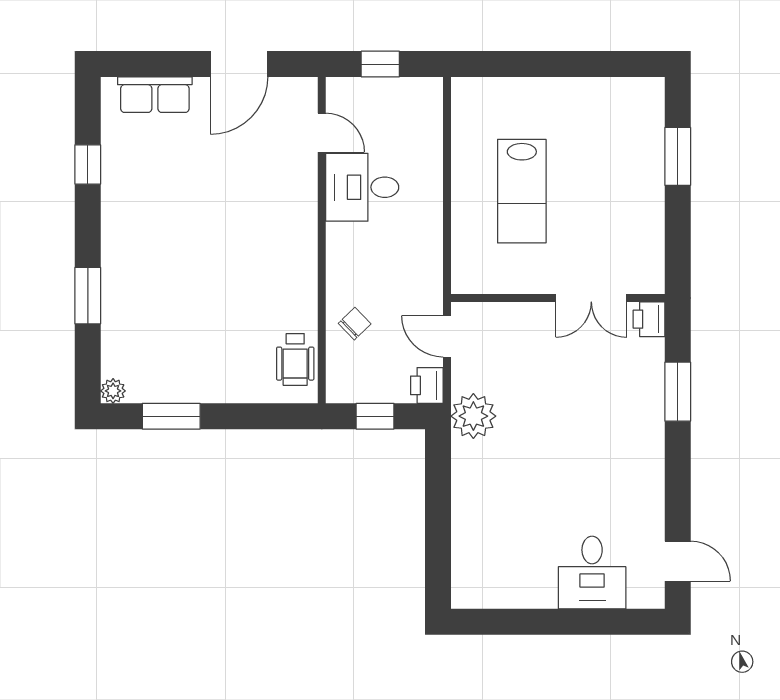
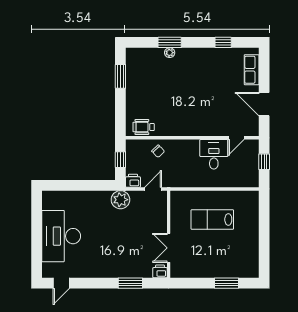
plant: (113, 391) -> (170, 53), moved
desk: (592, 573) -> (61, 236), width x1.87, depth x1.30

